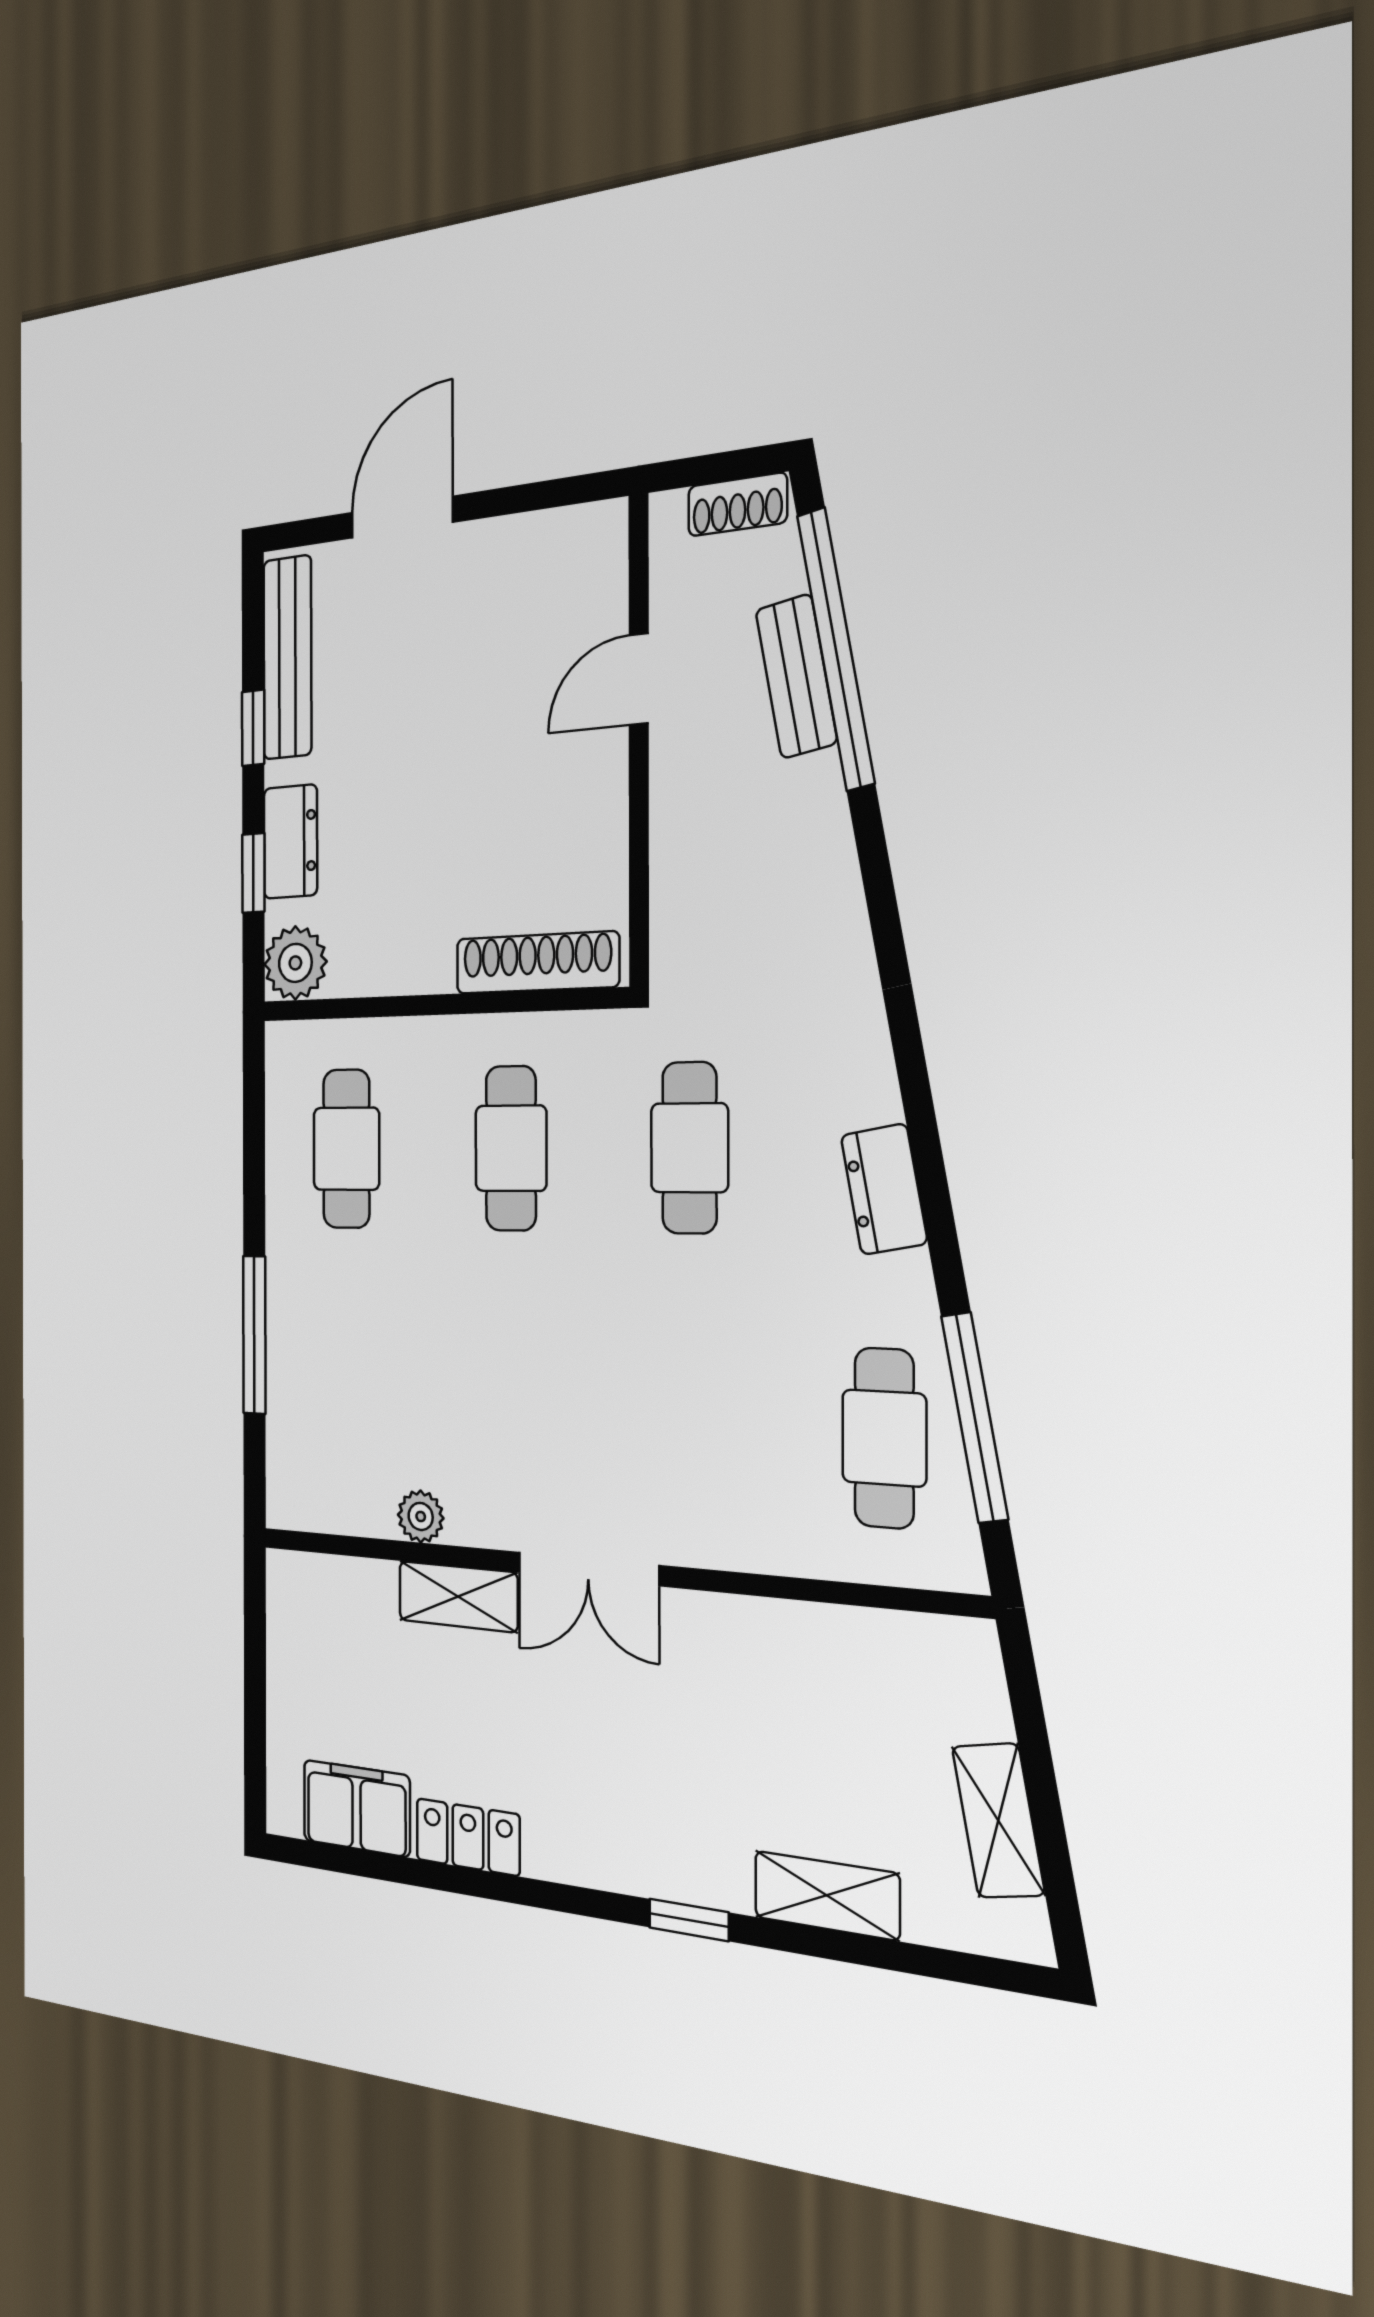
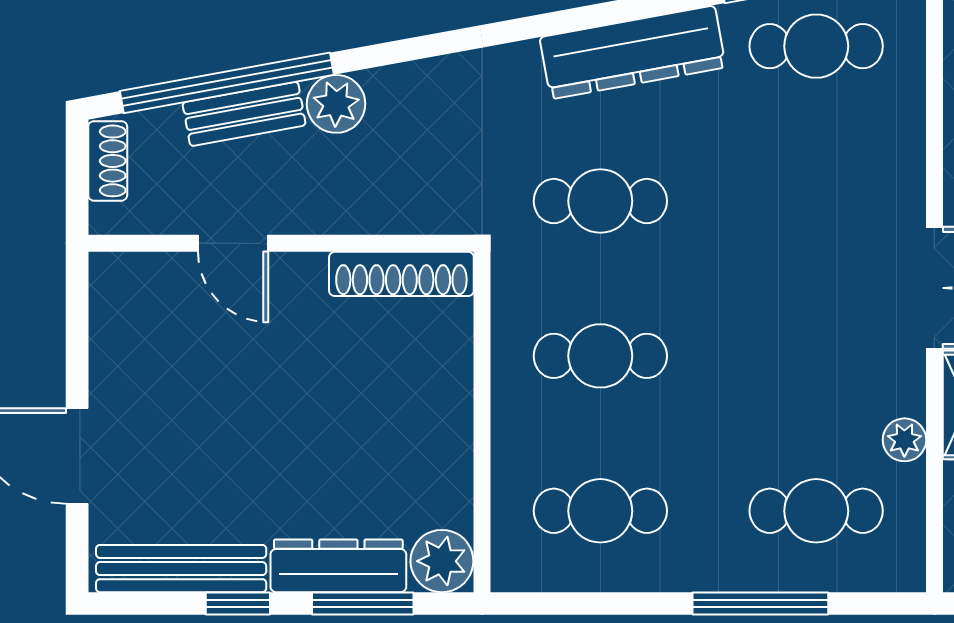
plant: (809, 797) -> (336, 104), added
dresser: (290, 842) -> (338, 566), width x1.44
window: (253, 873) -> (363, 604), width x1.50
shoe rack: (537, 963) -> (401, 274), moved, turned -90
dresser: (884, 1189) -> (633, 52), width x1.96, depth x1.24
cafe table: (347, 1405) -> (816, 511), added

